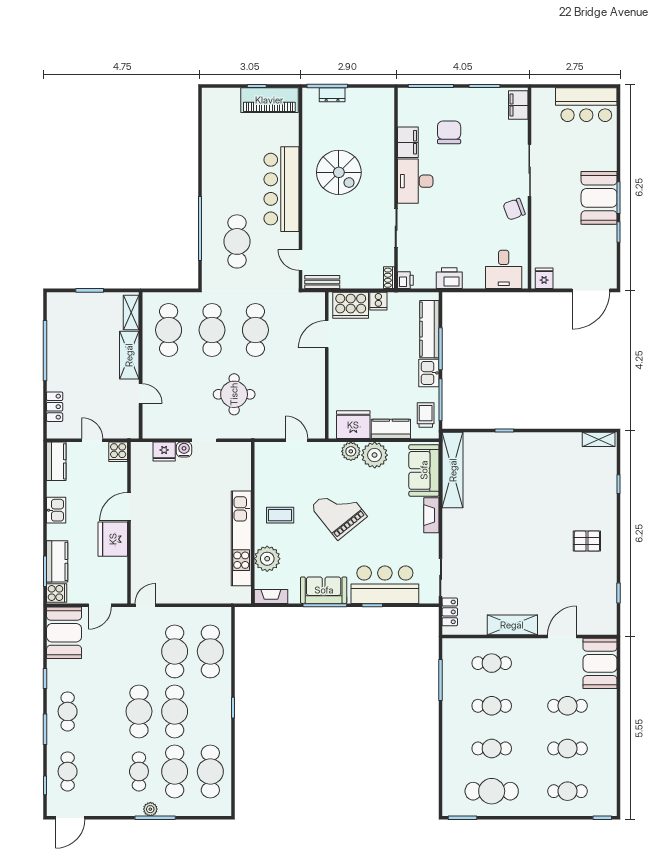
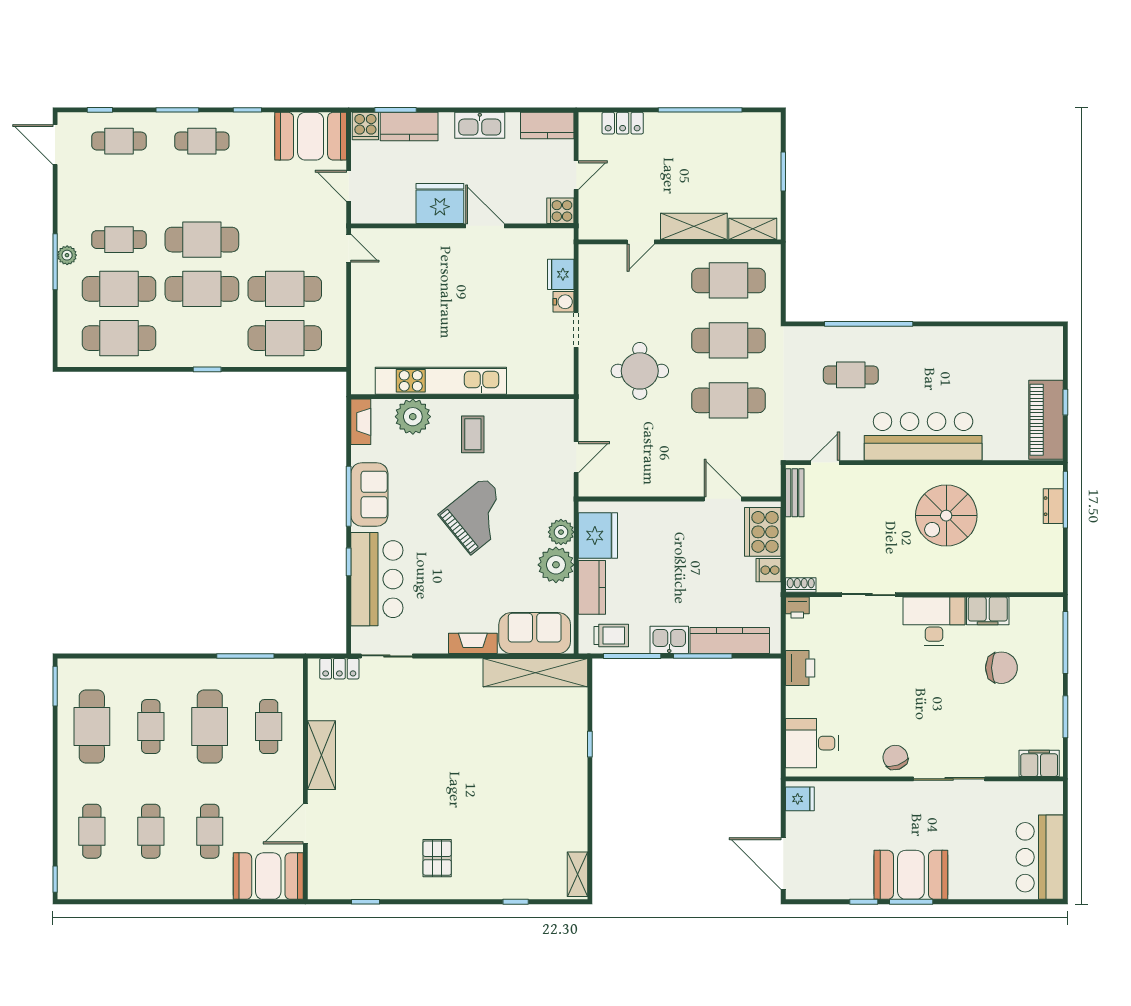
cafe table: (237, 241) -> (851, 375), width x0.73, depth x0.74
kitchen sink: (56, 510) -> (480, 125), width x1.38
door: (562, 636) -> (305, 824), swing flipped
cafe table: (492, 706) -> (210, 727), width x1.37, depth x1.35

